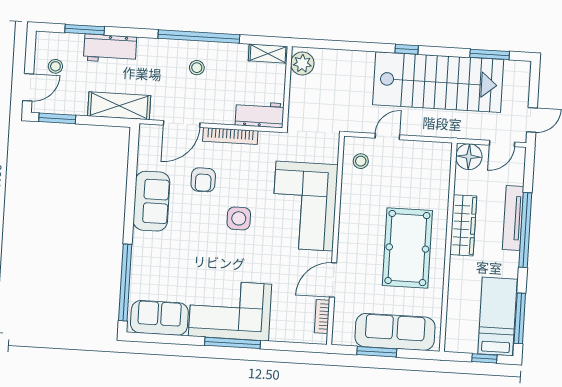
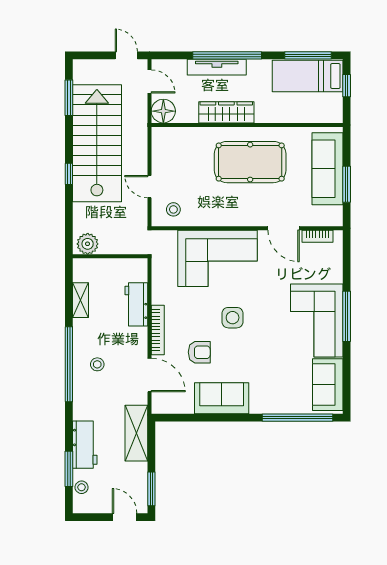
plant: (302, 63) -> (88, 244), moved
stool: (55, 66) -> (82, 487), moved
wall: (287, 87) -> (110, 256), moved

